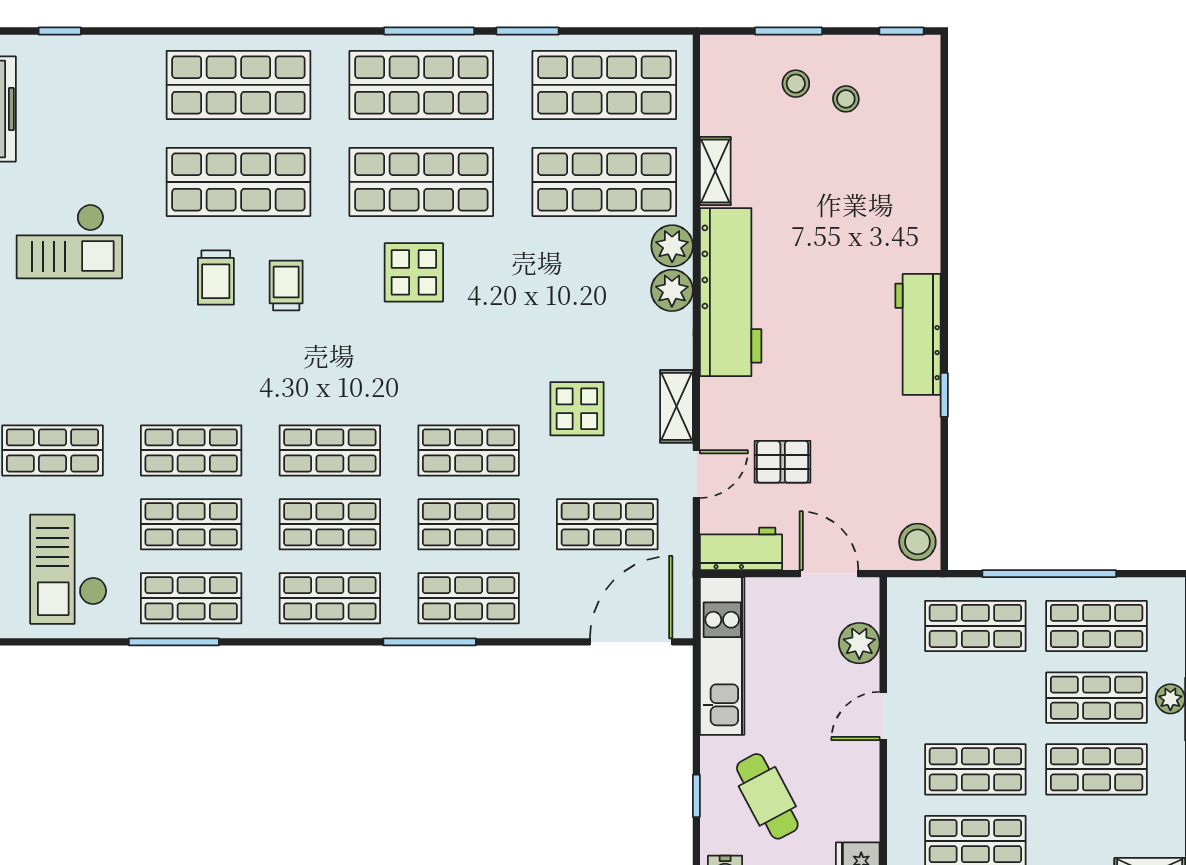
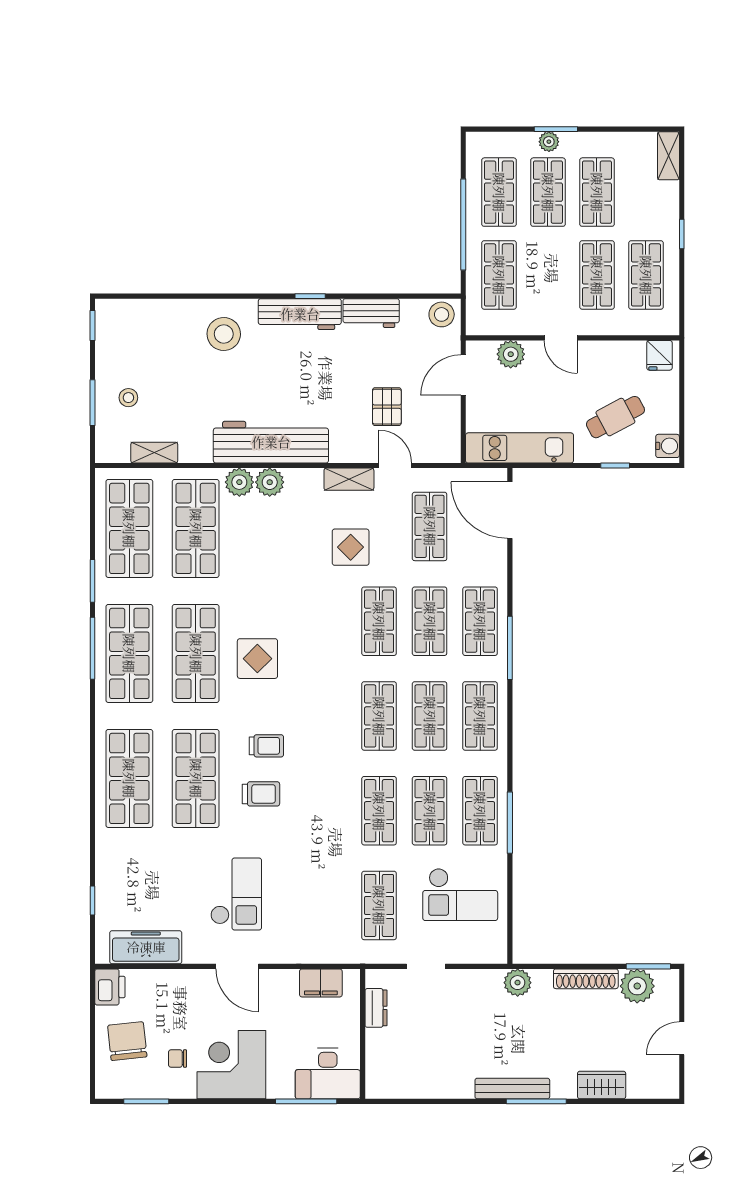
stool: (846, 99) -> (224, 334), moved, width x1.89, depth x1.89
shelving: (715, 171) -> (154, 453), moved
trolley: (286, 285) -> (266, 746), turned 180
window: (944, 395) -> (310, 296), moved
workbench: (741, 549) -> (371, 313), moved, turned -90

